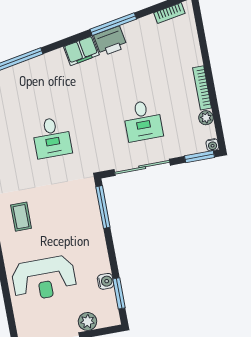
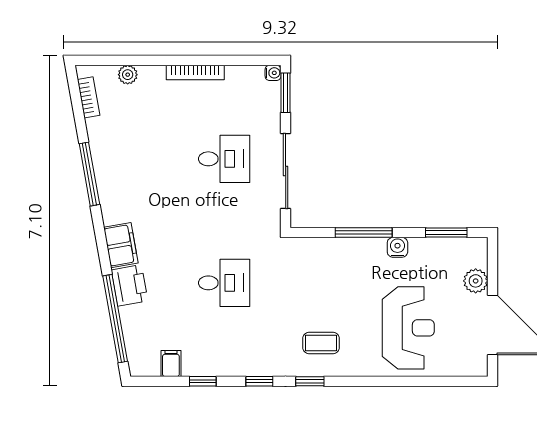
printer: (110, 41) -> (130, 285), moved
filing cabinet: (81, 51) -> (121, 245), moved
plant: (206, 118) -> (128, 75), moved
window: (103, 207) -> (364, 232), moved
water cooler: (106, 281) -> (397, 247), moved

